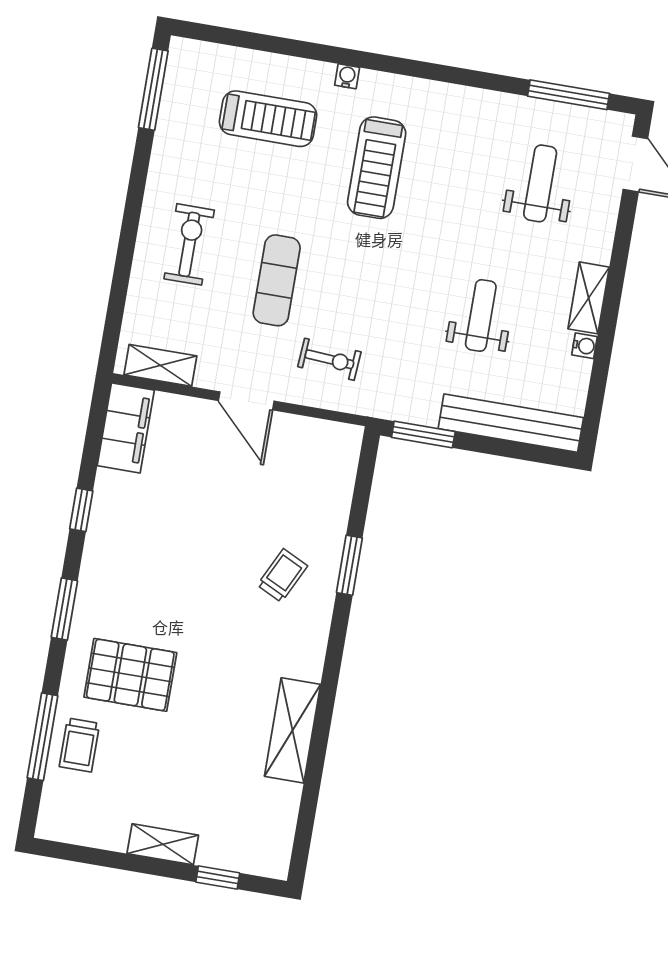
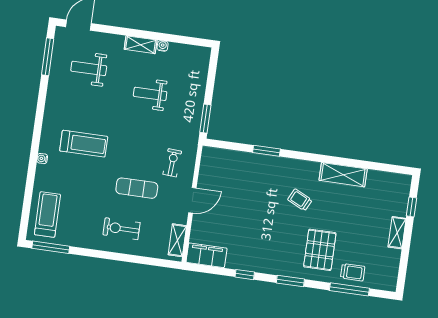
treadmill: (268, 119) -> (47, 214), moved
bench: (511, 423) -> (199, 79), removed
trolley: (282, 575) -> (300, 200), moved

